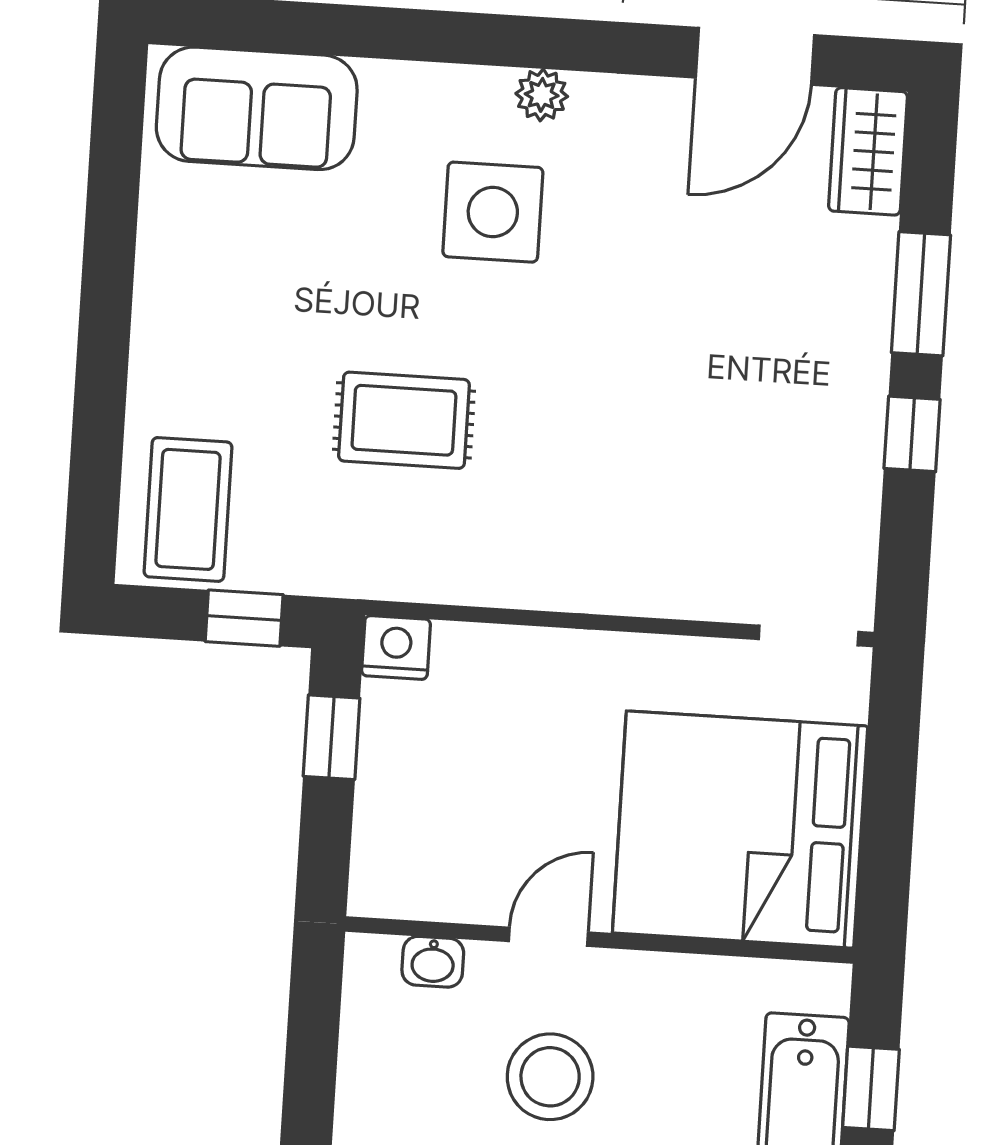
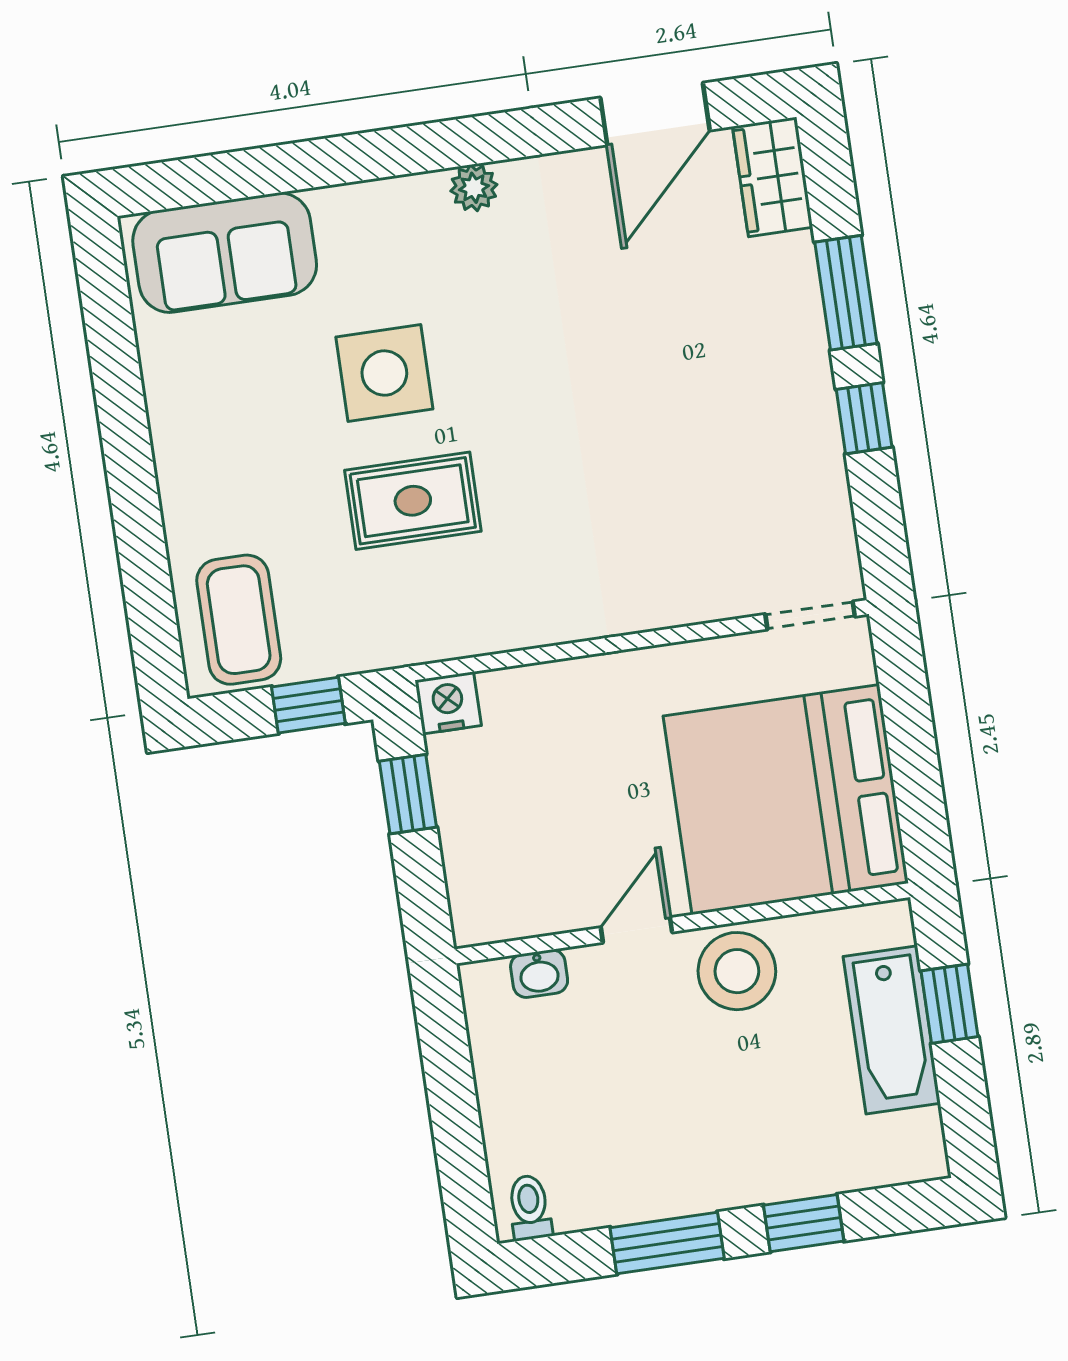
side table: (493, 212) -> (384, 373), moved
stool: (550, 1077) -> (737, 971), moved

